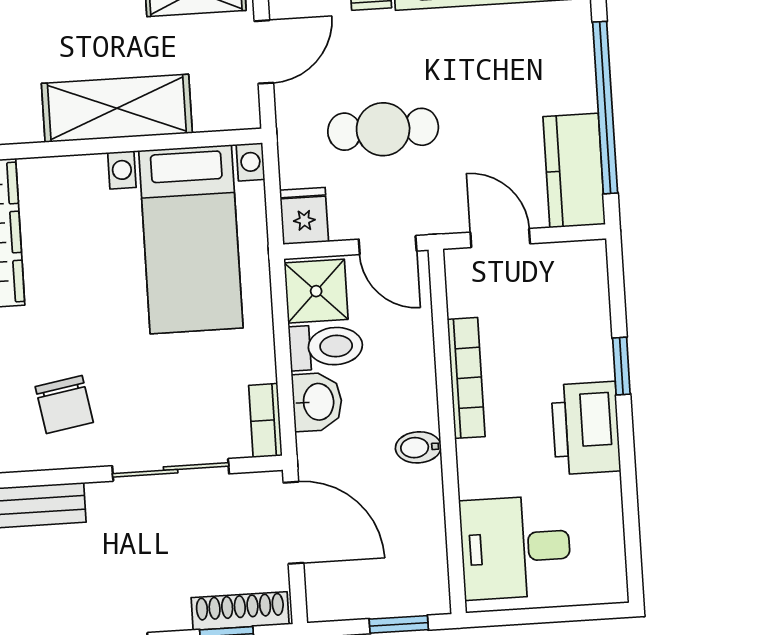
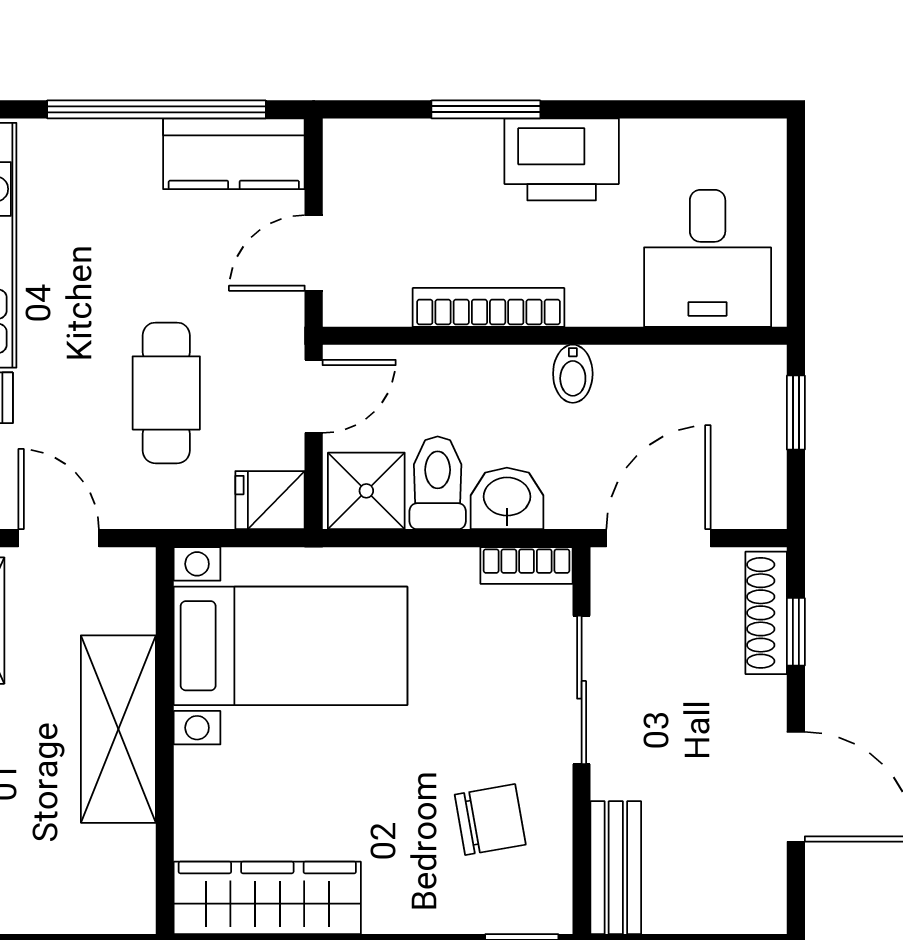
window: (621, 366) -> (486, 109), width x1.50

